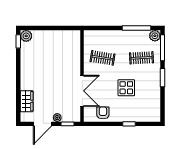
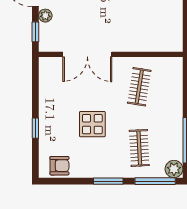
armchair: (103, 113) -> (59, 166), moved

